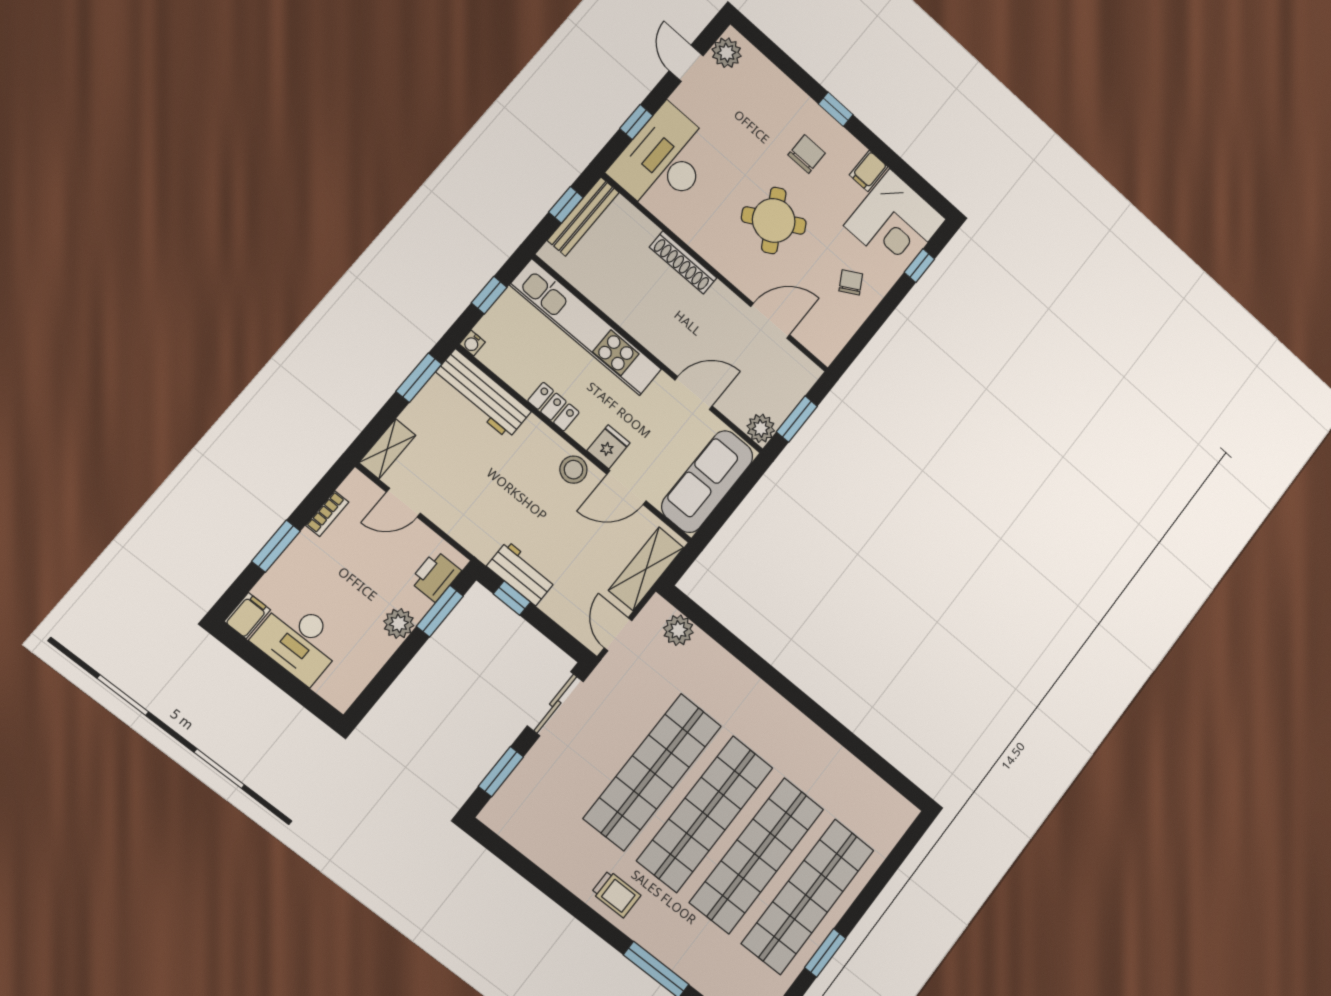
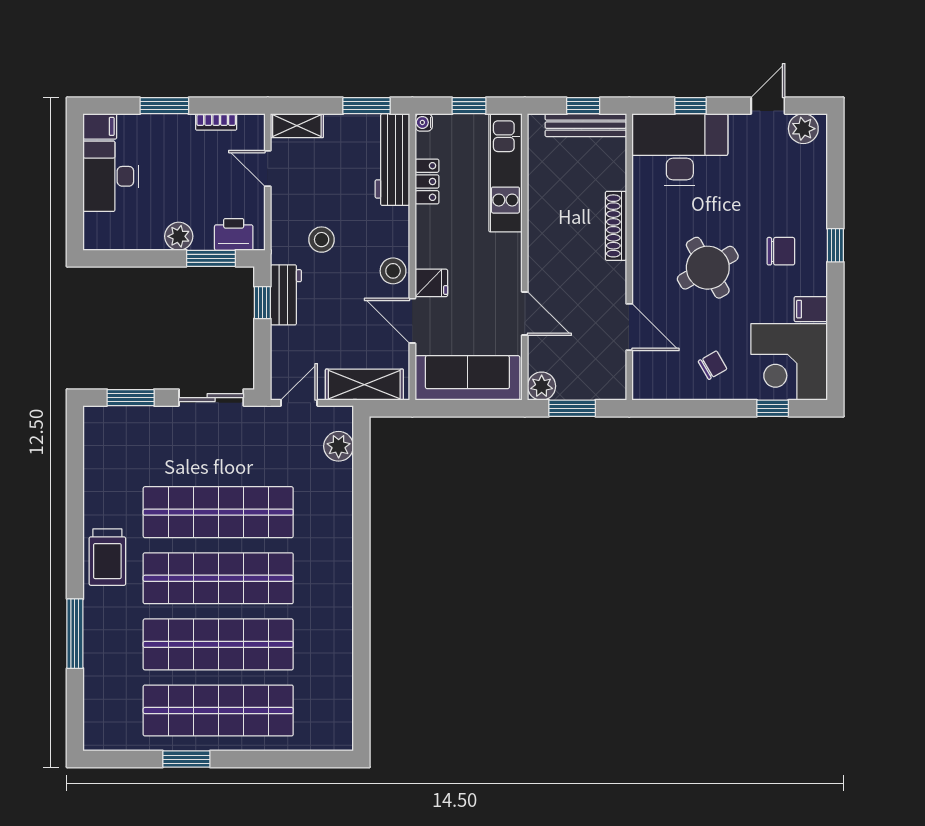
kitchen unit: (586, 327) -> (505, 173), width x0.73
locker: (553, 407) -> (427, 181), moved
stool: (500, 507) -> (322, 240), added
trolley: (616, 894) -> (107, 557), width x1.36, depth x1.39

